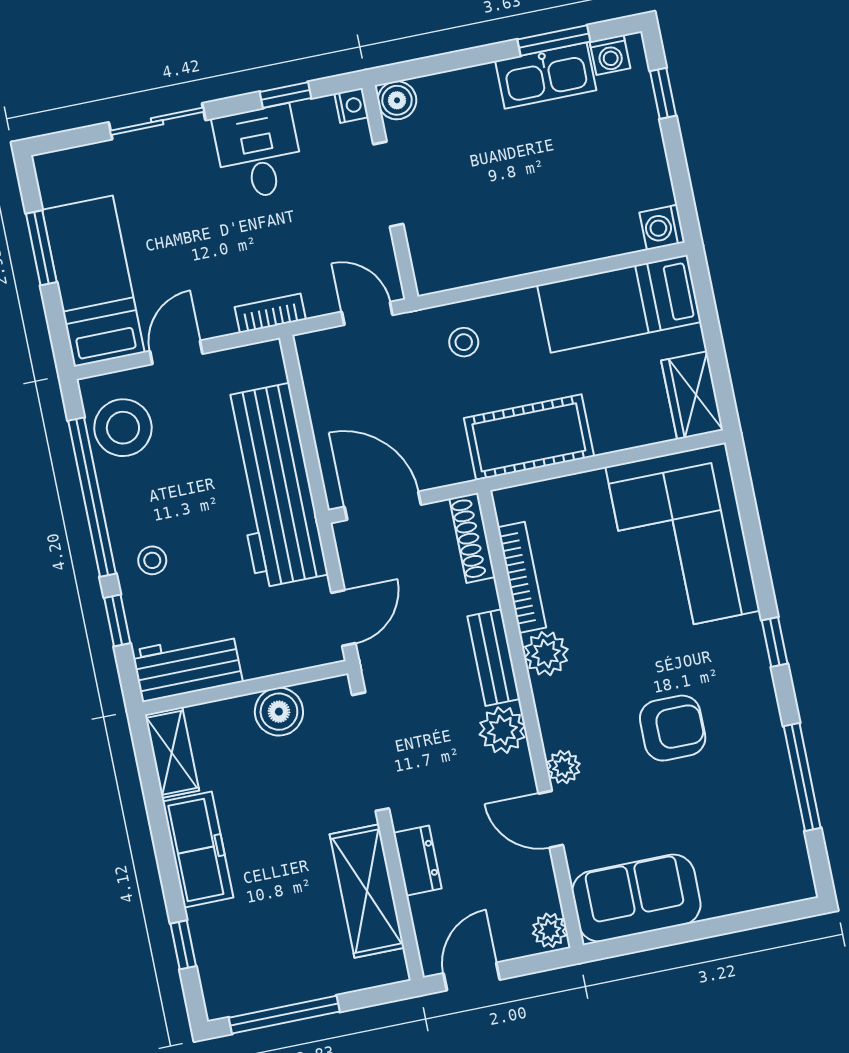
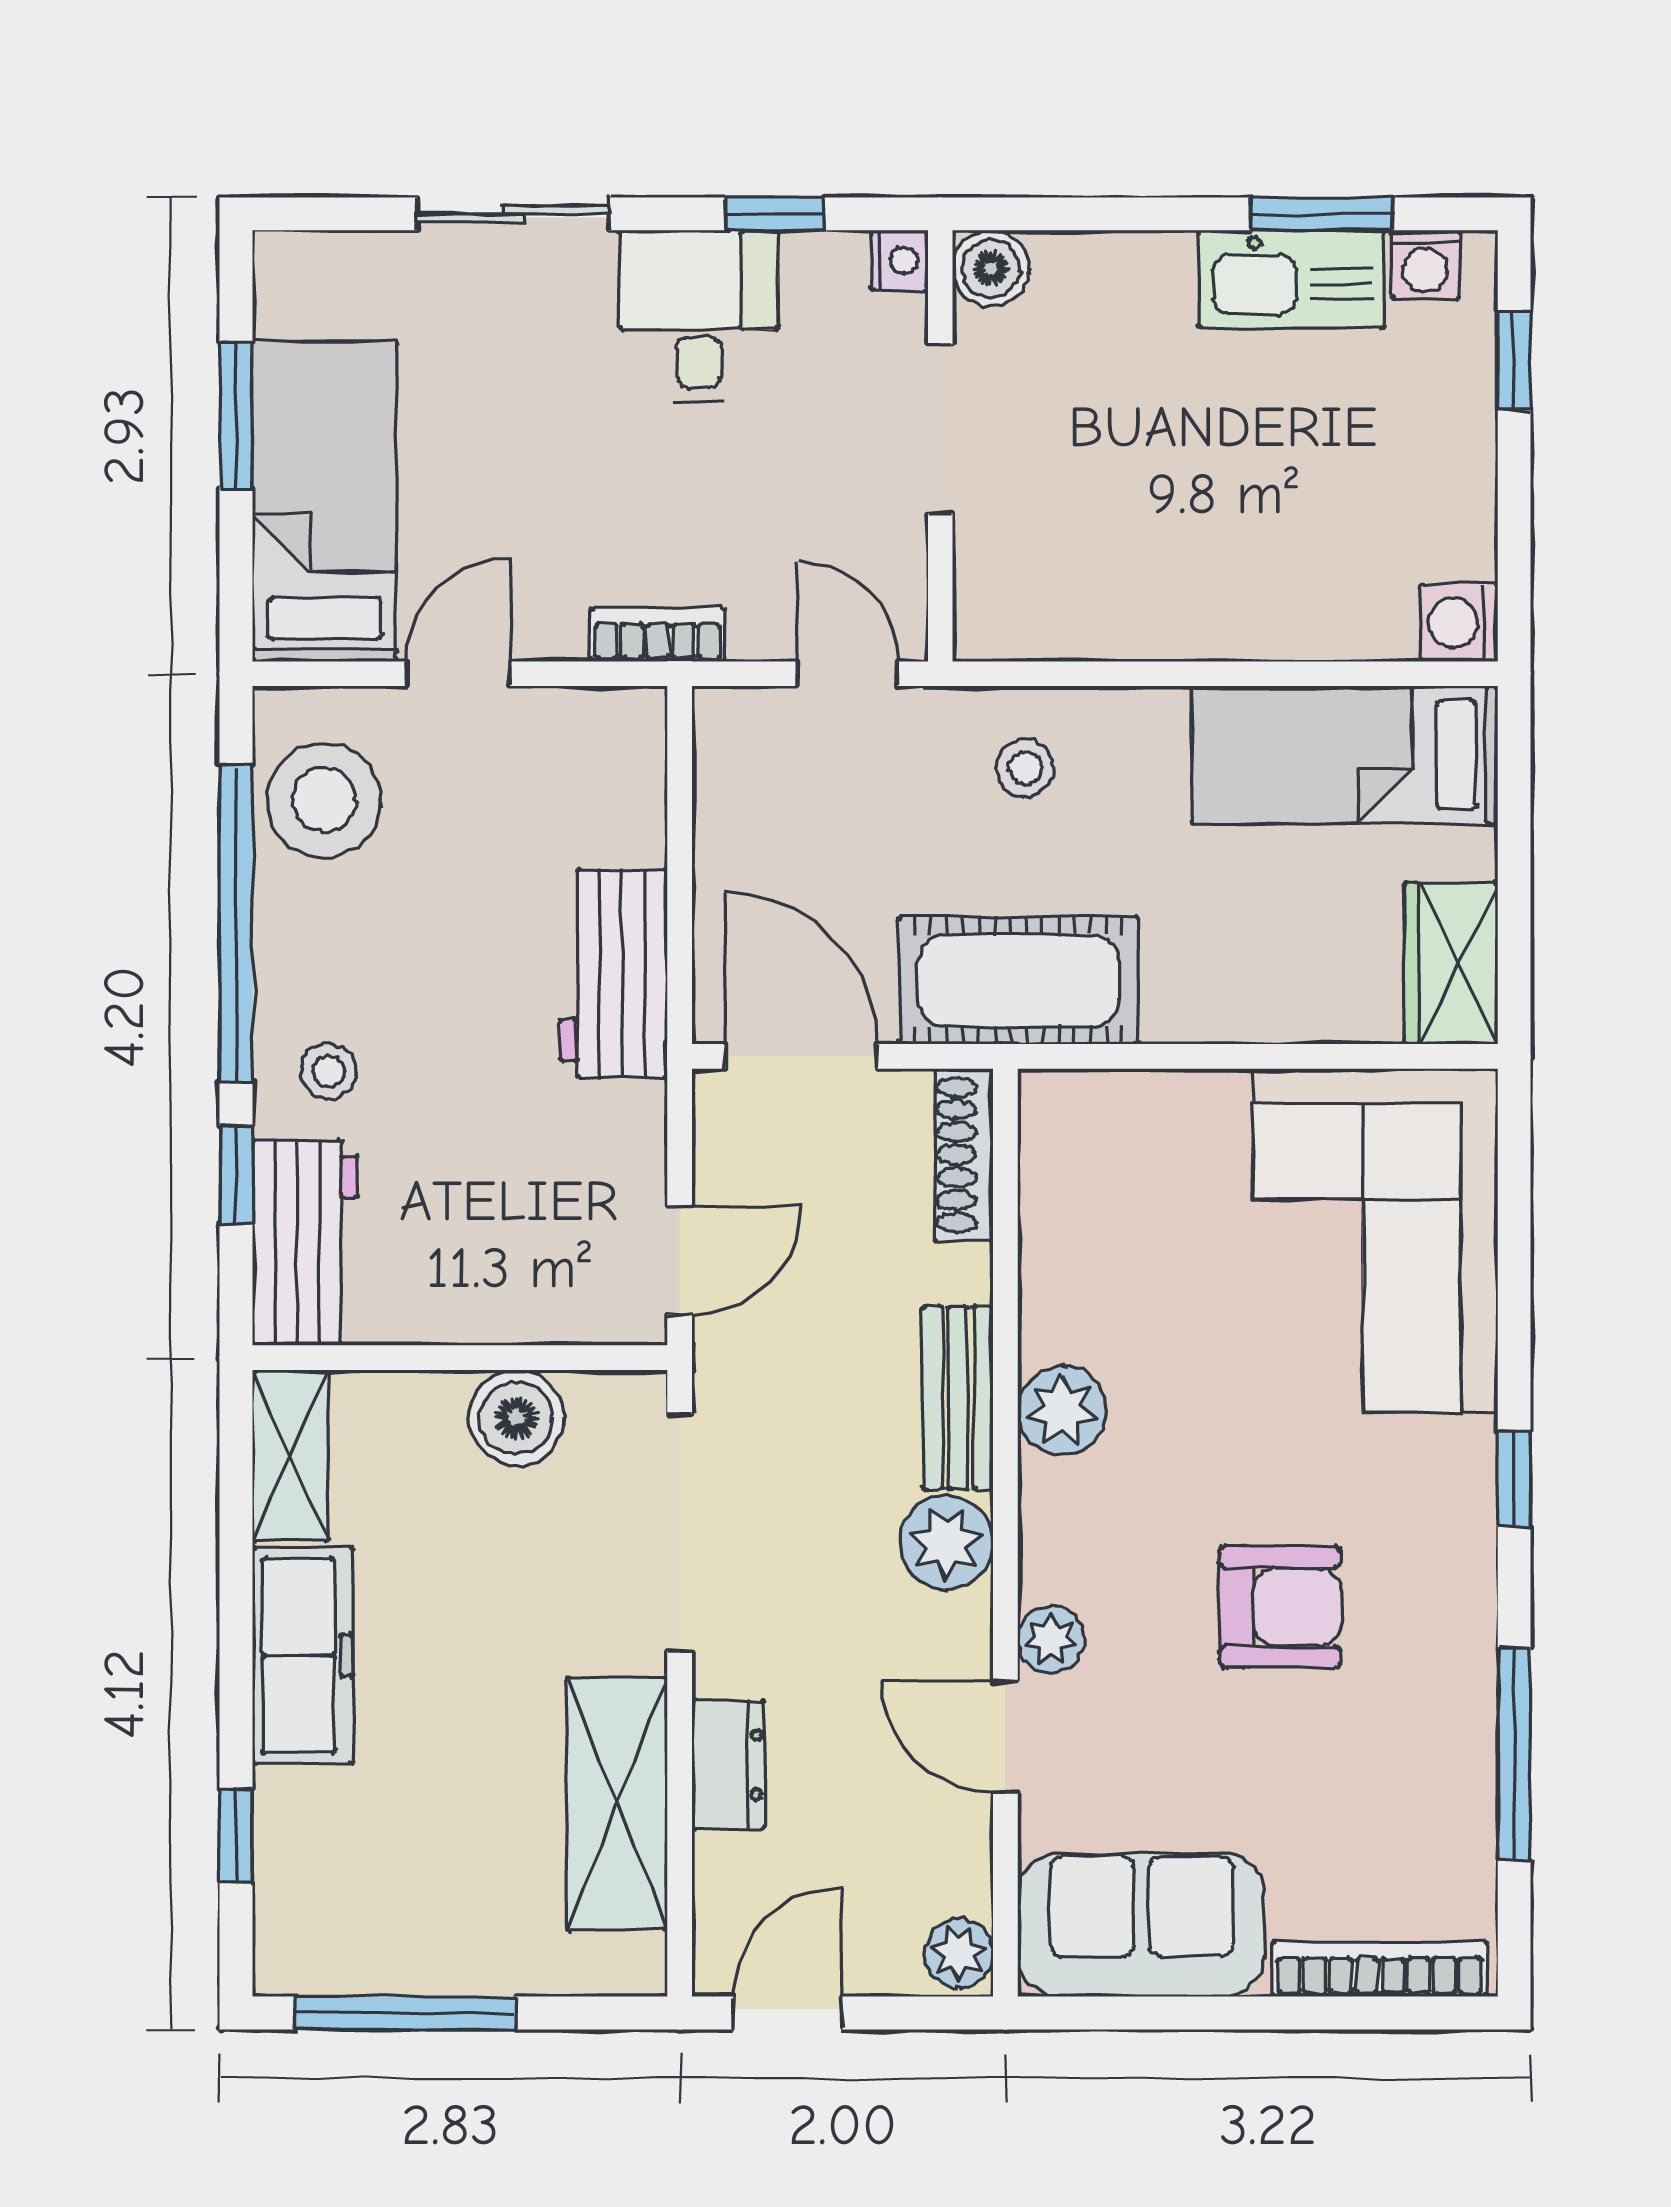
cot: (529, 437) -> (1019, 980), moved
workbench: (274, 486) -> (614, 974), width x0.53, depth x0.76
bookcase: (522, 577) -> (1380, 1969), moved, turned -90
workbench: (187, 666) -> (305, 1243), moved, turned 90

